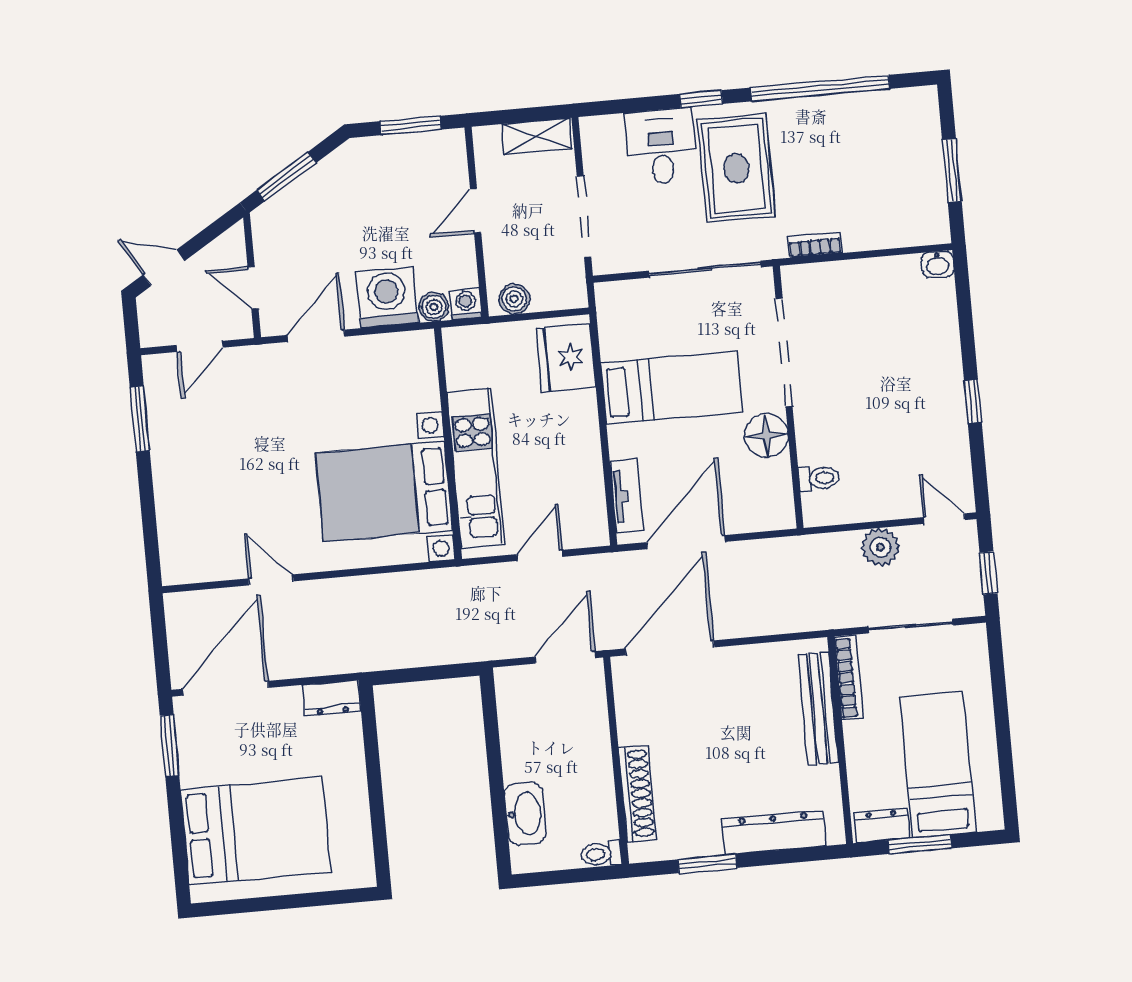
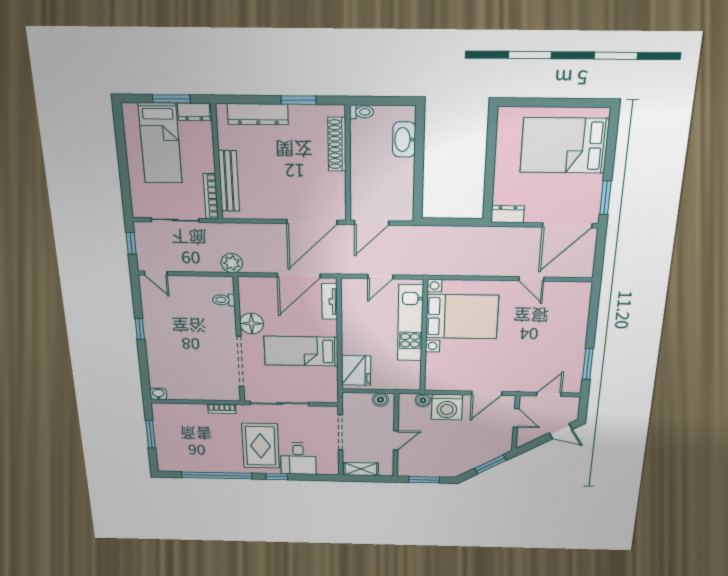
washing machine: (466, 304) -> (406, 400), removed
plant: (880, 547) -> (232, 263), moved

